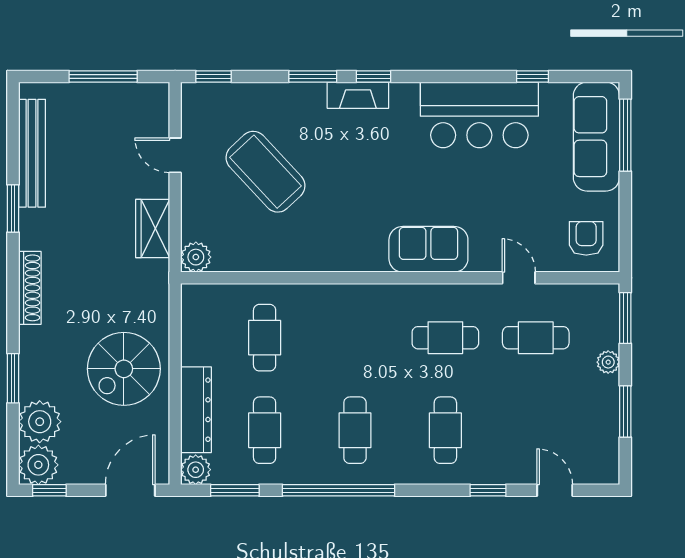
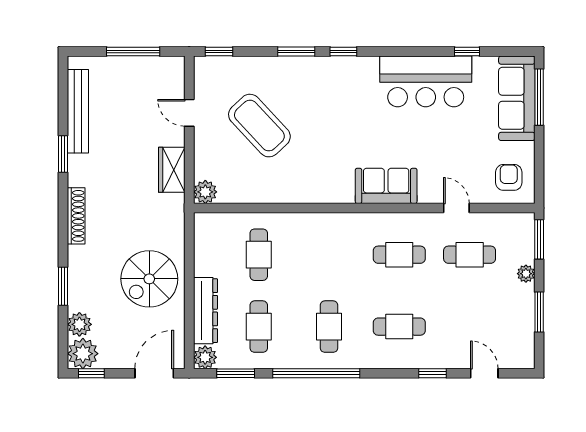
fireplace: (358, 95) -> (331, 66), removed
plant: (40, 422) -> (79, 324), width x0.73, depth x0.73
cafe table: (445, 430) -> (399, 327), turned 90

